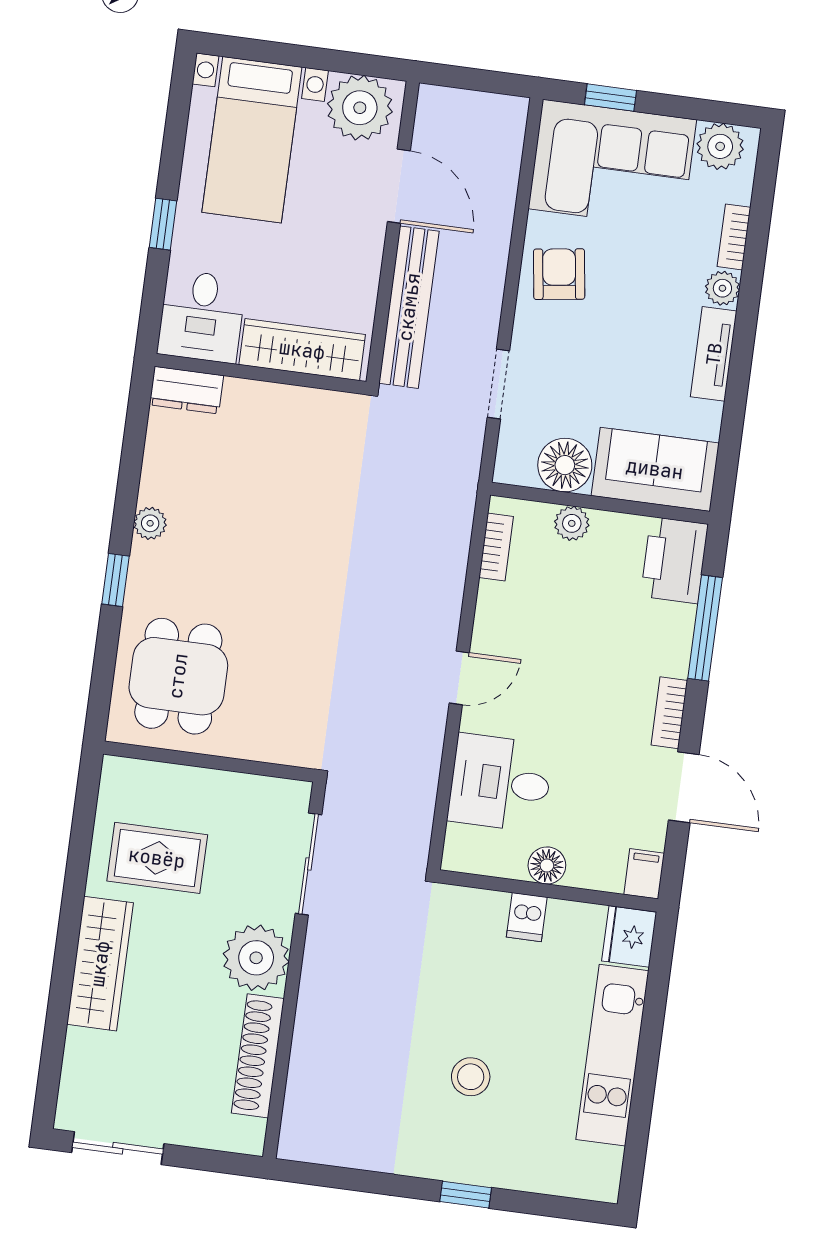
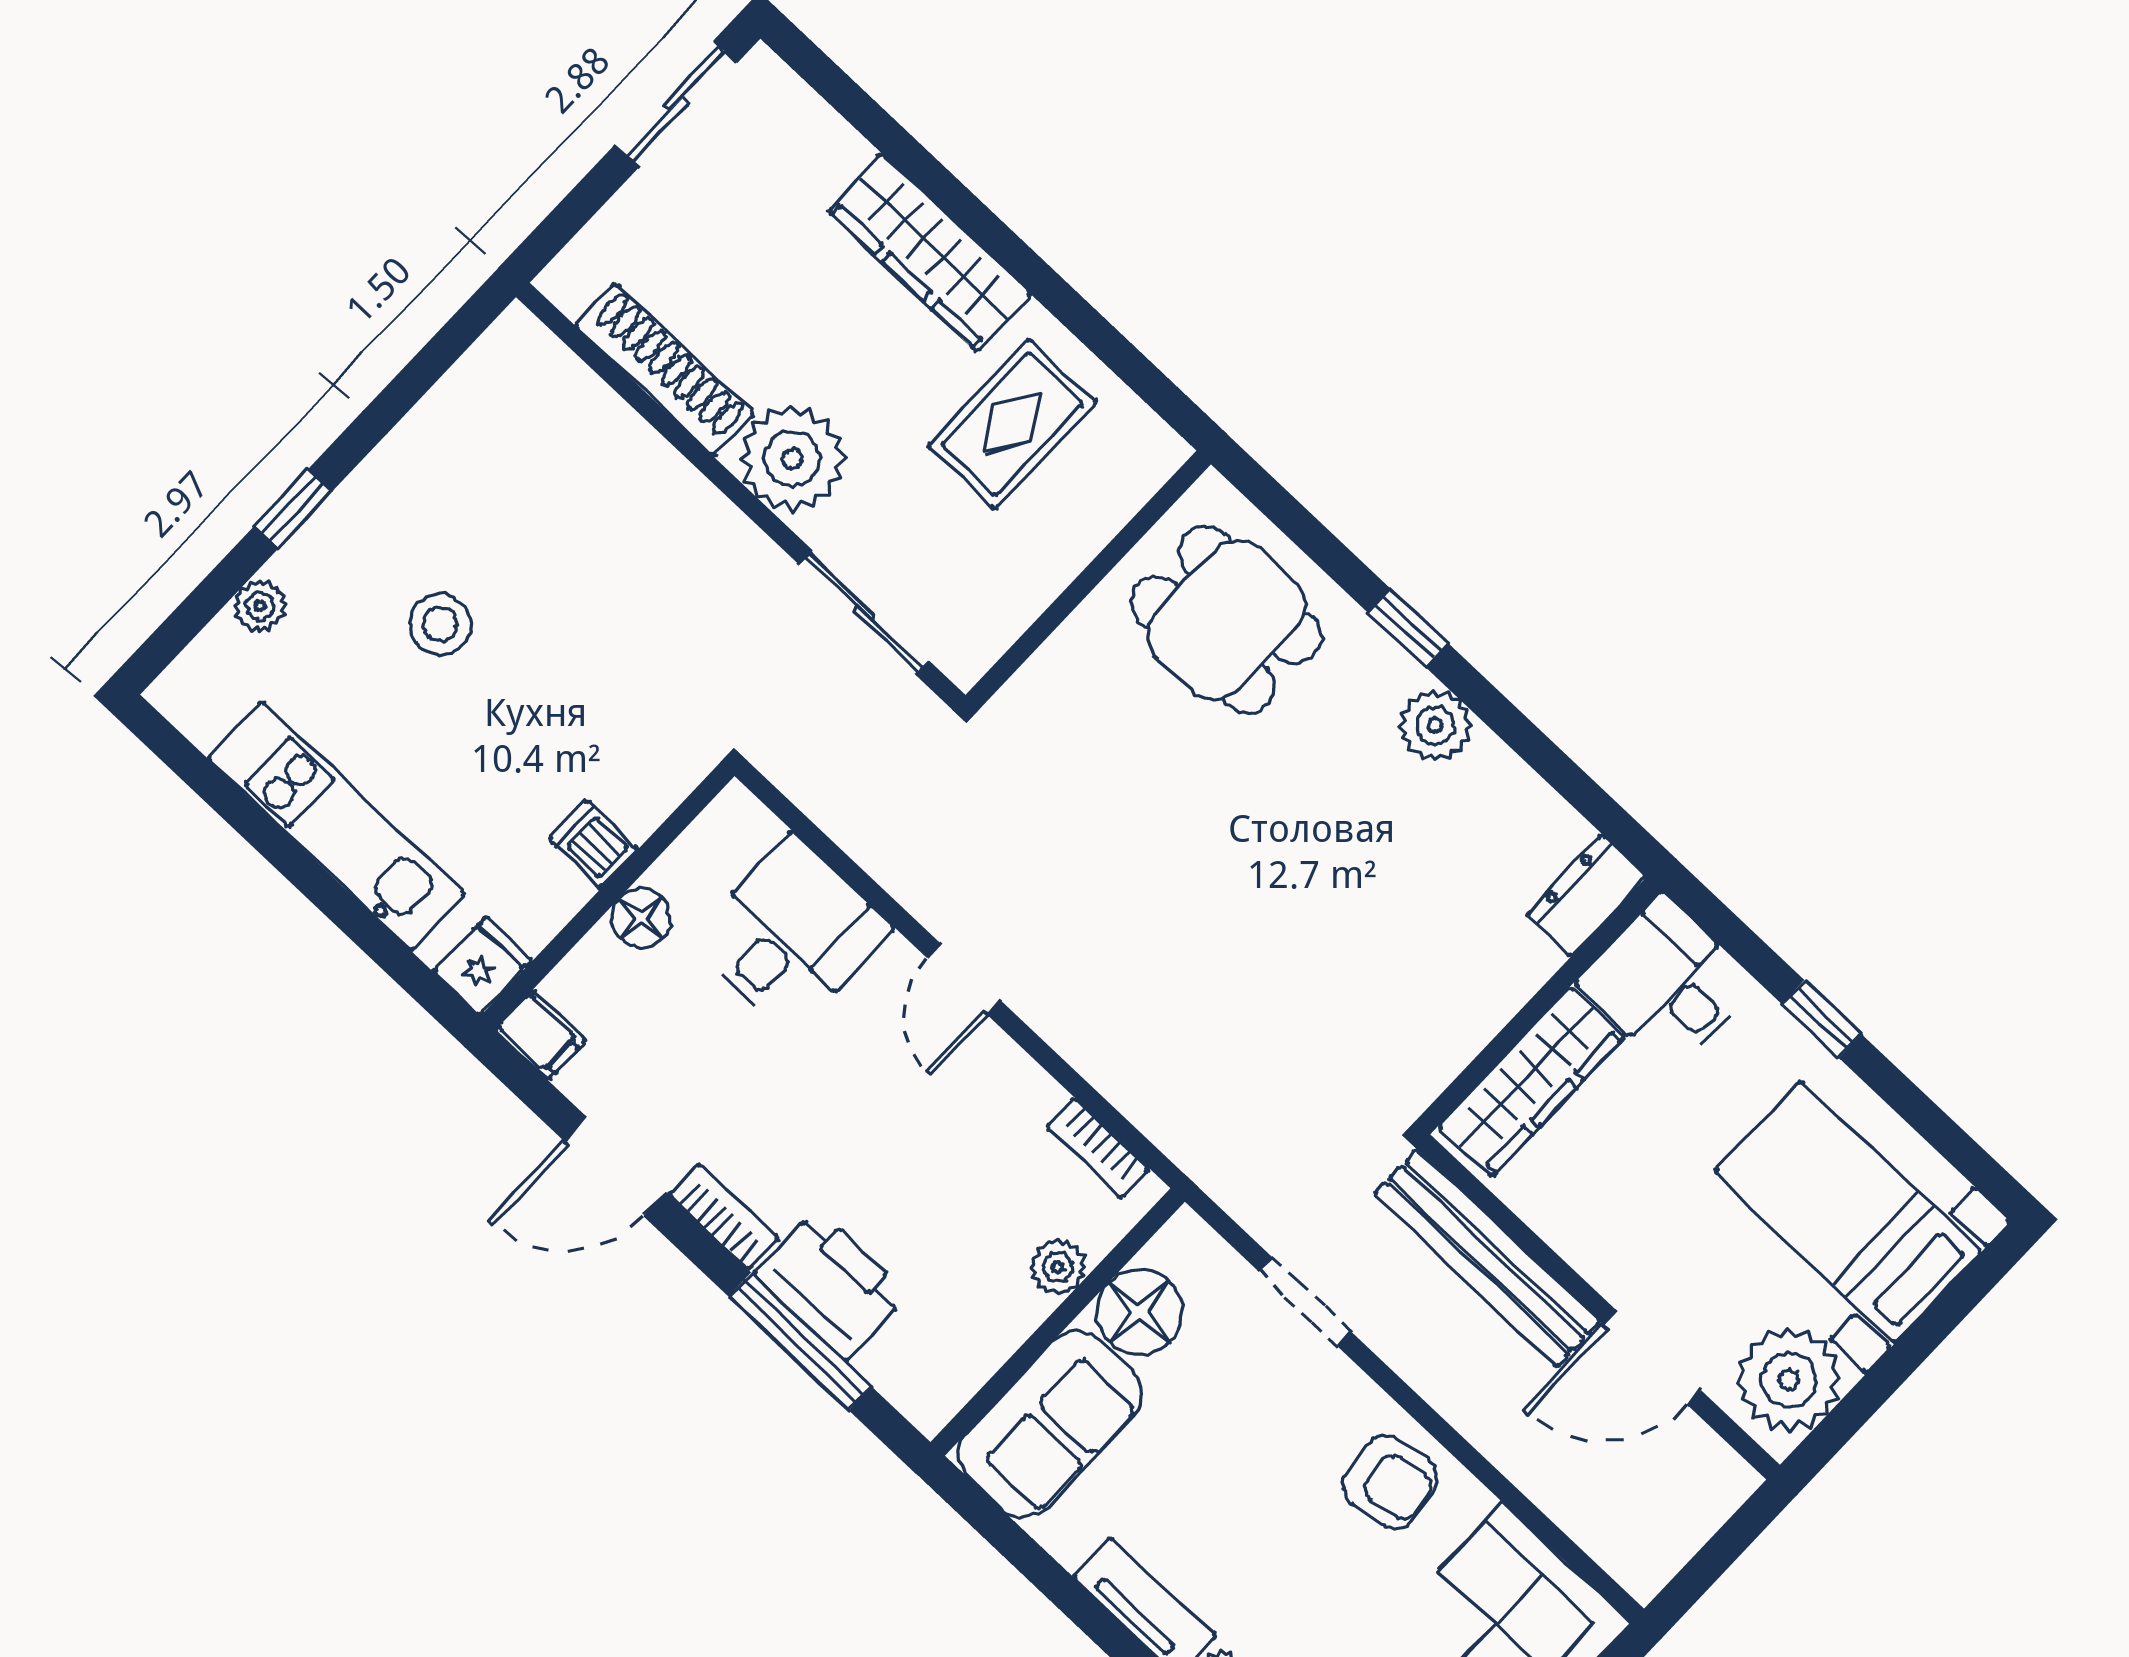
plant: (150, 523) -> (1435, 725), width x1.38, depth x1.38
printer: (674, 560) -> (831, 1285), moved
fridge: (629, 937) -> (483, 966), width x0.72
plant: (528, 1176) -> (260, 606), added

